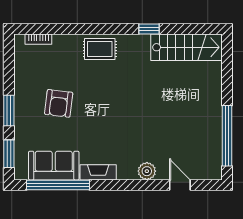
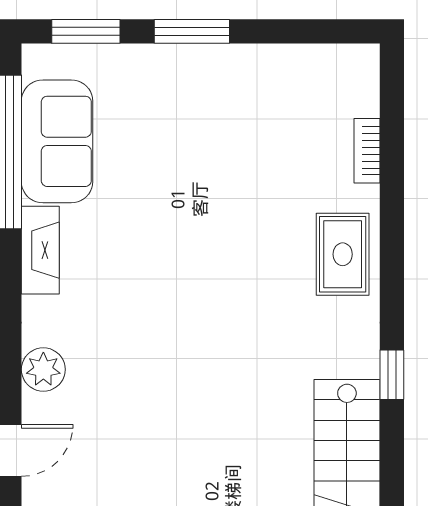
bookcase: (38, 39) -> (367, 151), moved
armchair: (59, 103) -> (209, 153), removed

